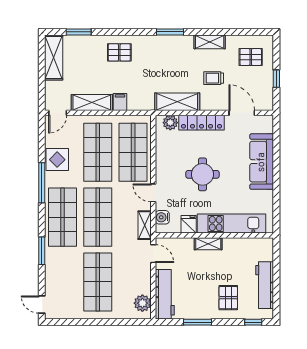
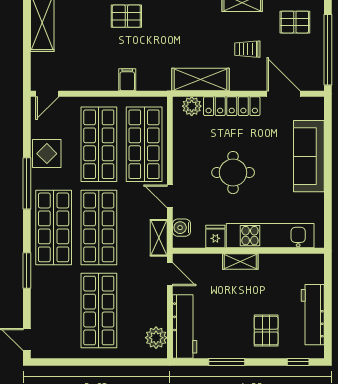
window: (276, 79) -> (328, 50), width x3.17
shelving: (92, 103) -> (91, 80), removed

